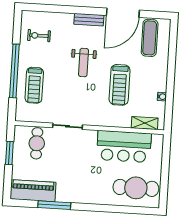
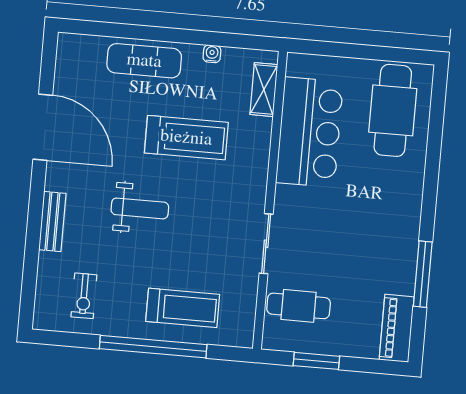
bench: (89, 20) -> (52, 222), moved
exercise mat: (150, 38) -> (144, 61), moved
piano: (33, 191) -> (397, 328), width x0.73, depth x0.75

